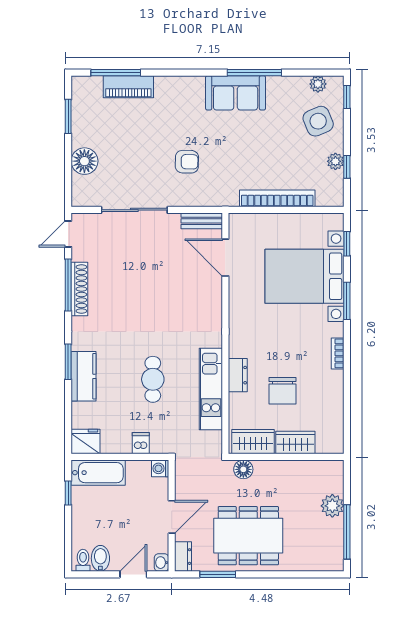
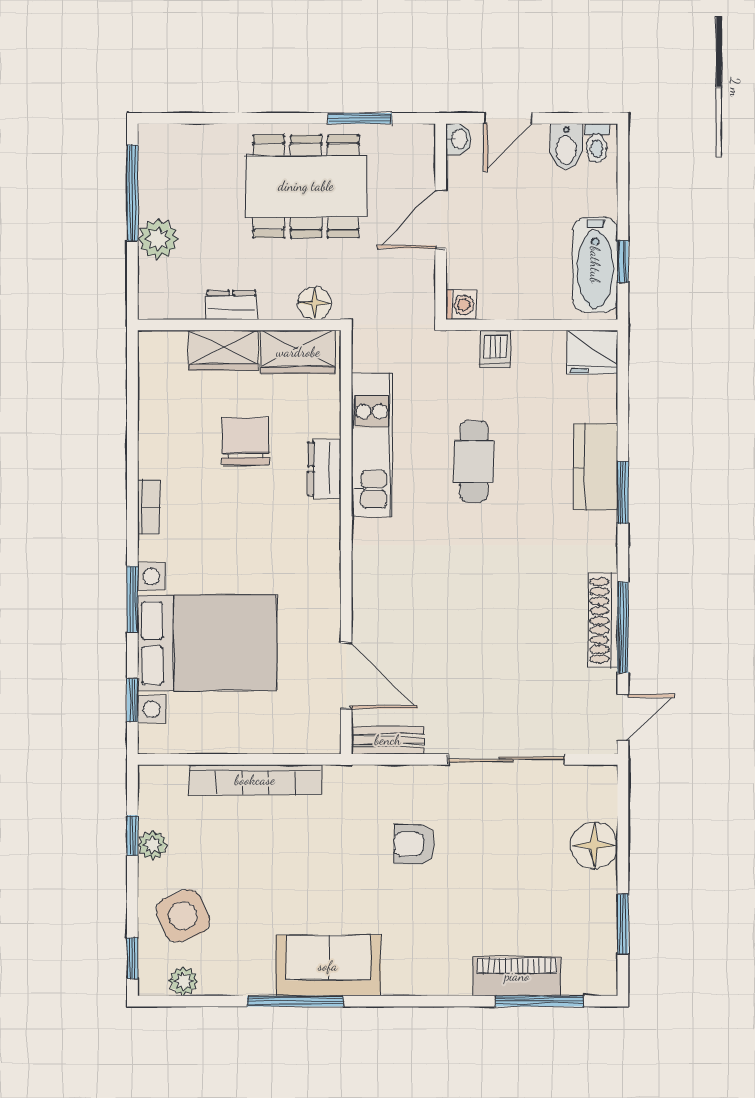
bathtub: (98, 473) -> (595, 265), moved, turned -90
dresser: (183, 557) -> (231, 305), moved, turned 90

